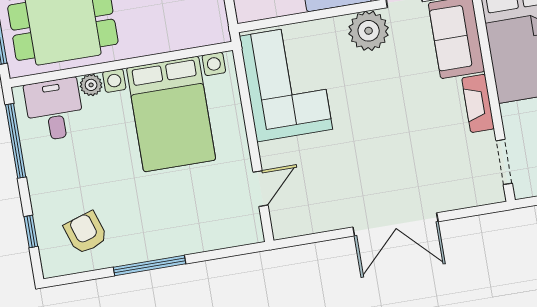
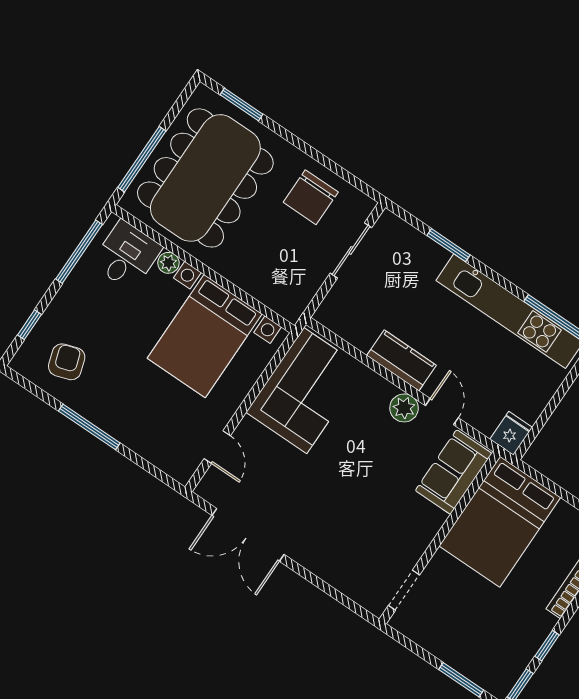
plant: (369, 31) -> (404, 408), width x0.73, depth x0.73
fireplace: (478, 103) -> (425, 532), removed
door: (260, 189) -> (217, 447), hinge flipped
double door: (396, 224) -> (248, 535), moved

